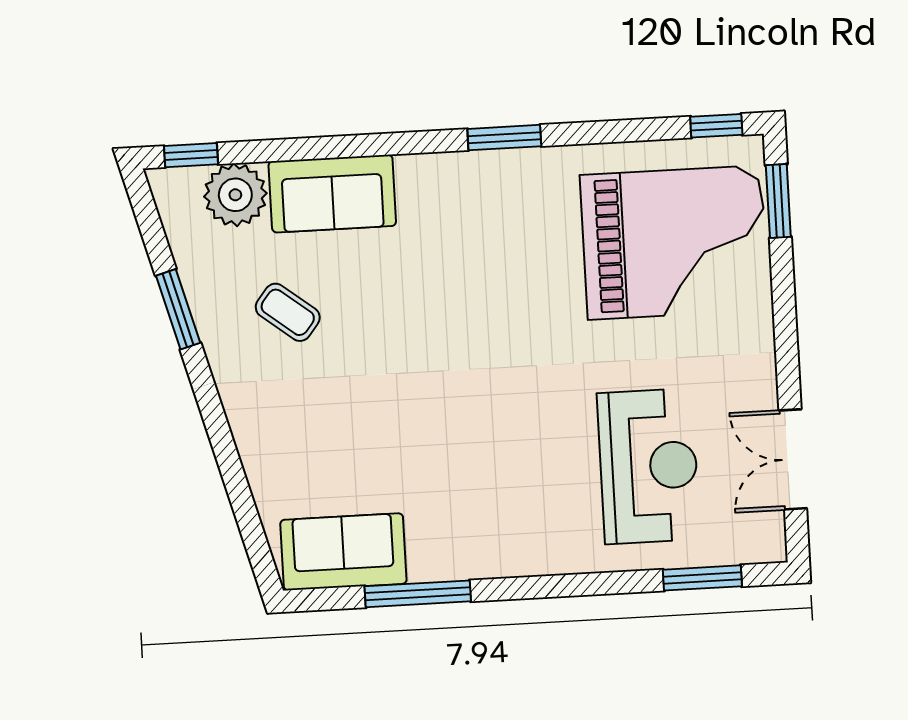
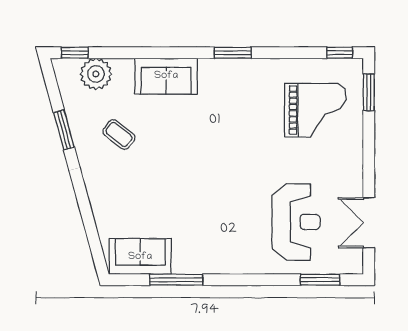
sofa: (332, 194) -> (166, 76), moved
grand piano: (674, 242) -> (315, 110), width x0.73, depth x0.68

